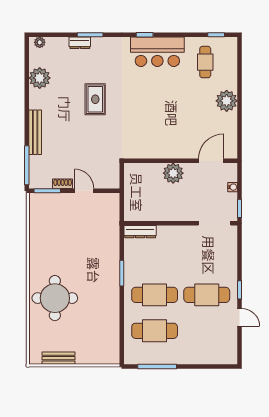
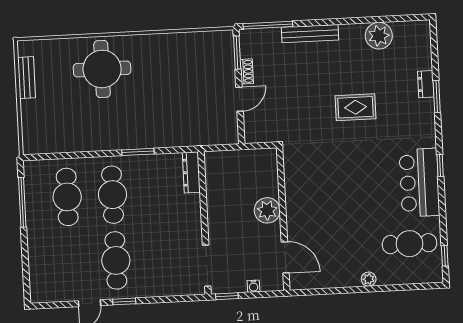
plant: (40, 42) -> (424, 34), removed
cafe table: (205, 62) -> (409, 244), width x1.37, depth x1.35
plant: (227, 101) -> (369, 279), width x0.53, depth x0.53

